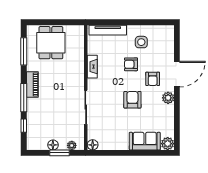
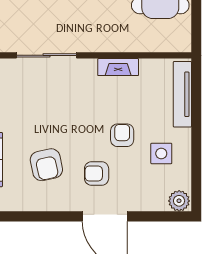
plant: (168, 98) -> (179, 201), moved
armchair: (132, 100) -> (46, 165), moved, turned 78

